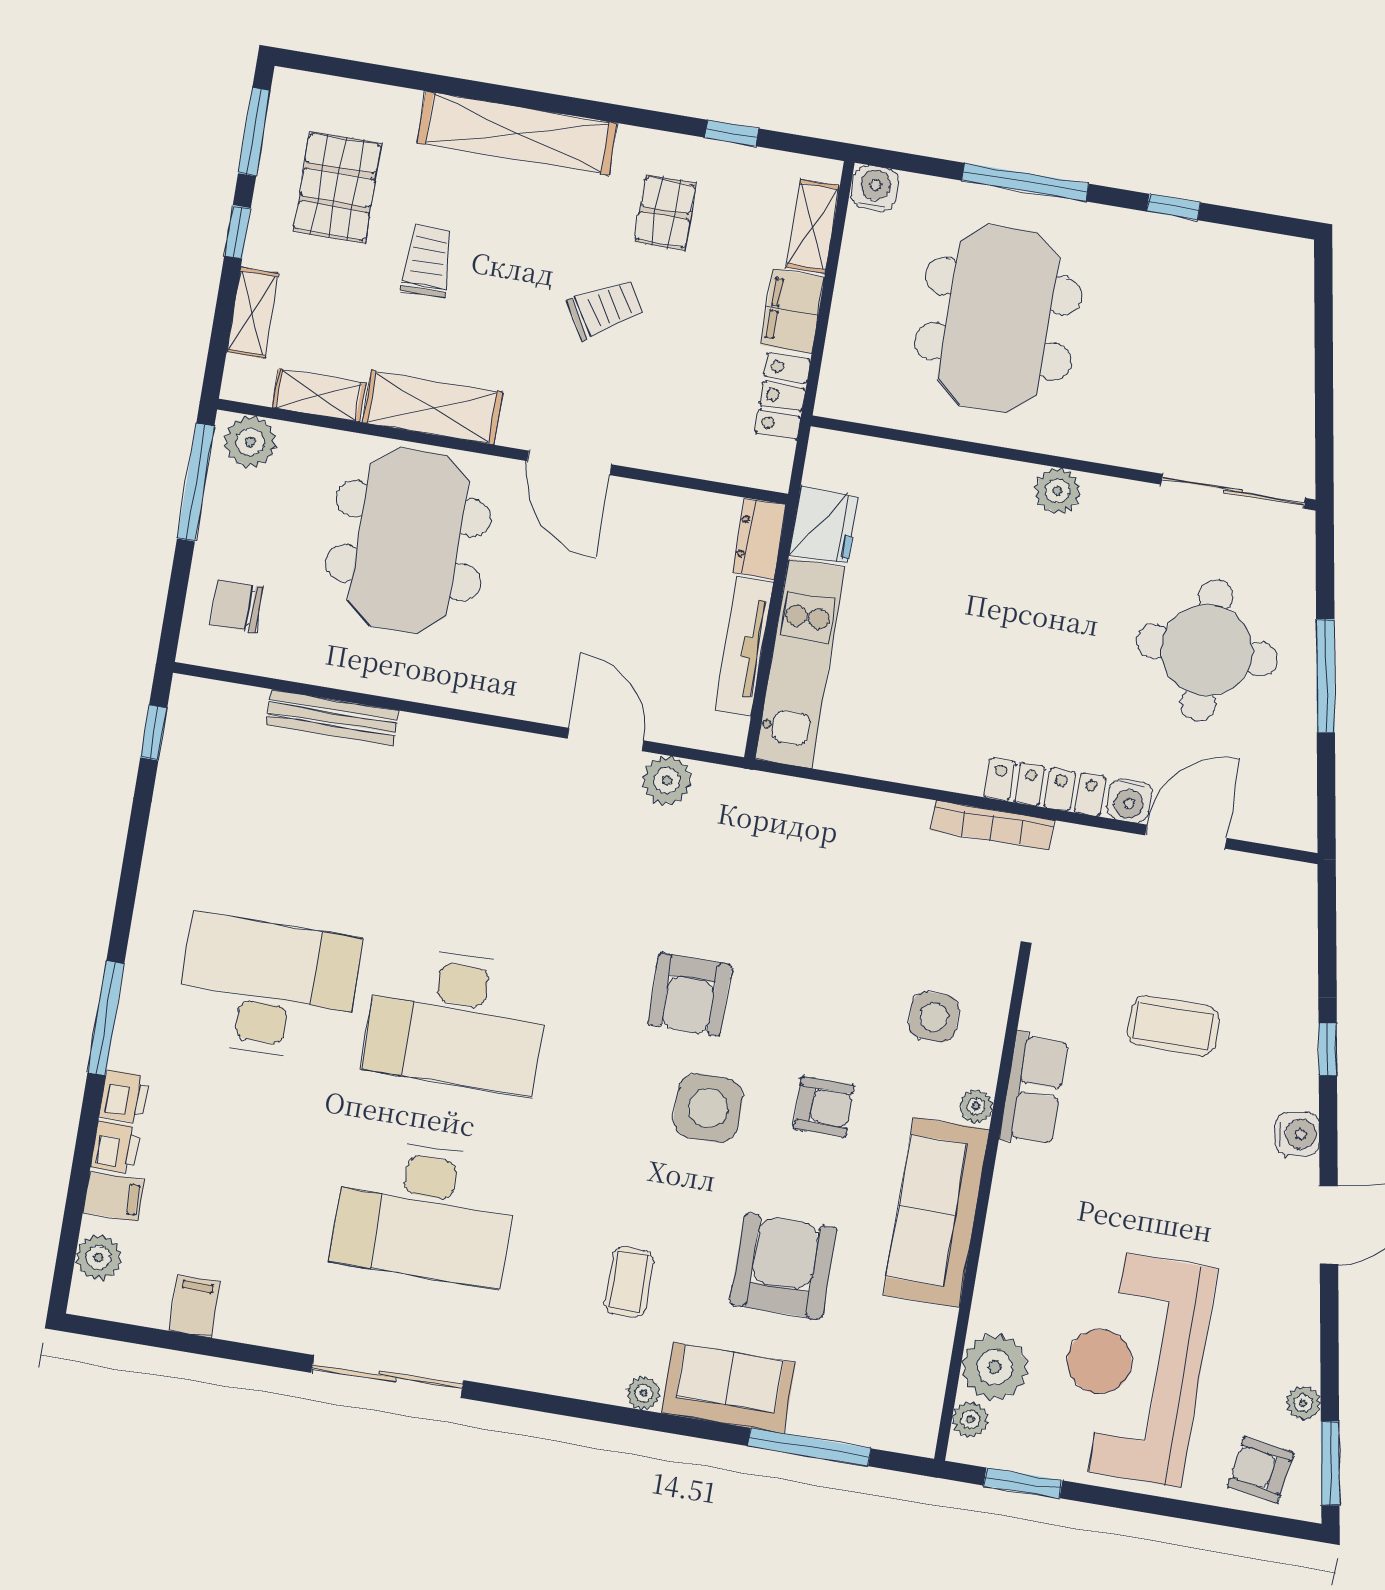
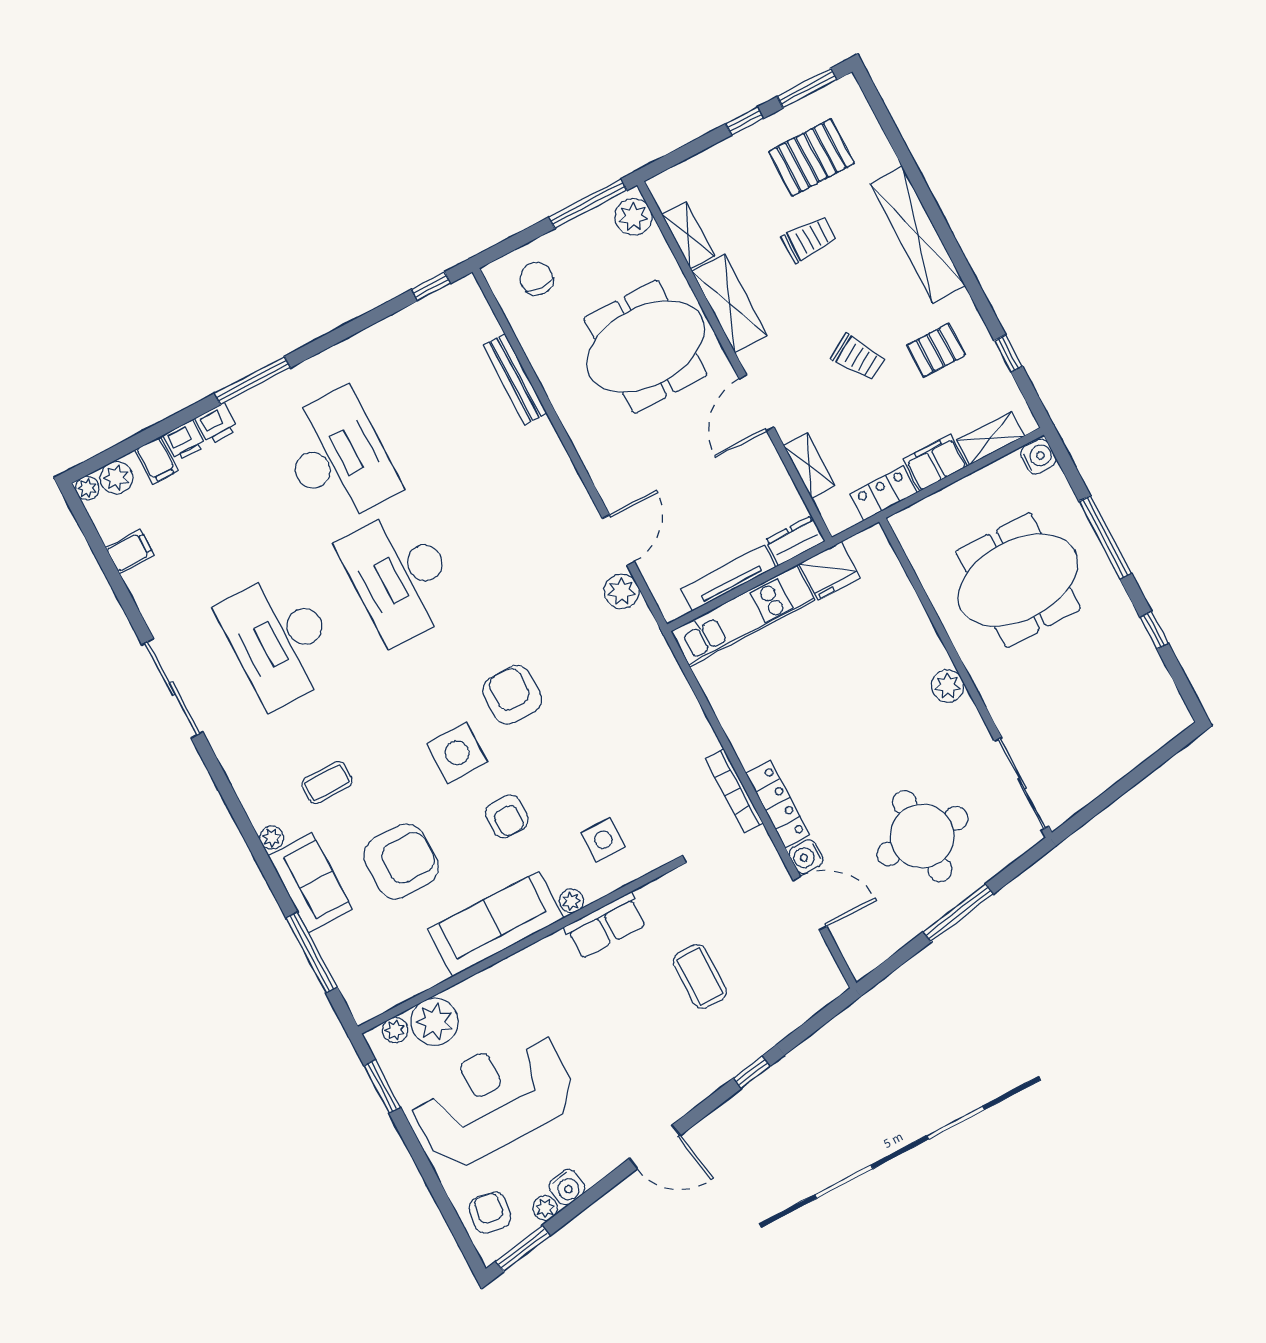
shelving: (253, 313) -> (809, 466), moved, turned 90
armchair: (690, 995) -> (512, 695), turned 90
water cooler: (1297, 1134) -> (567, 1187), moved
plant: (85, 1300) -> (87, 488), added

